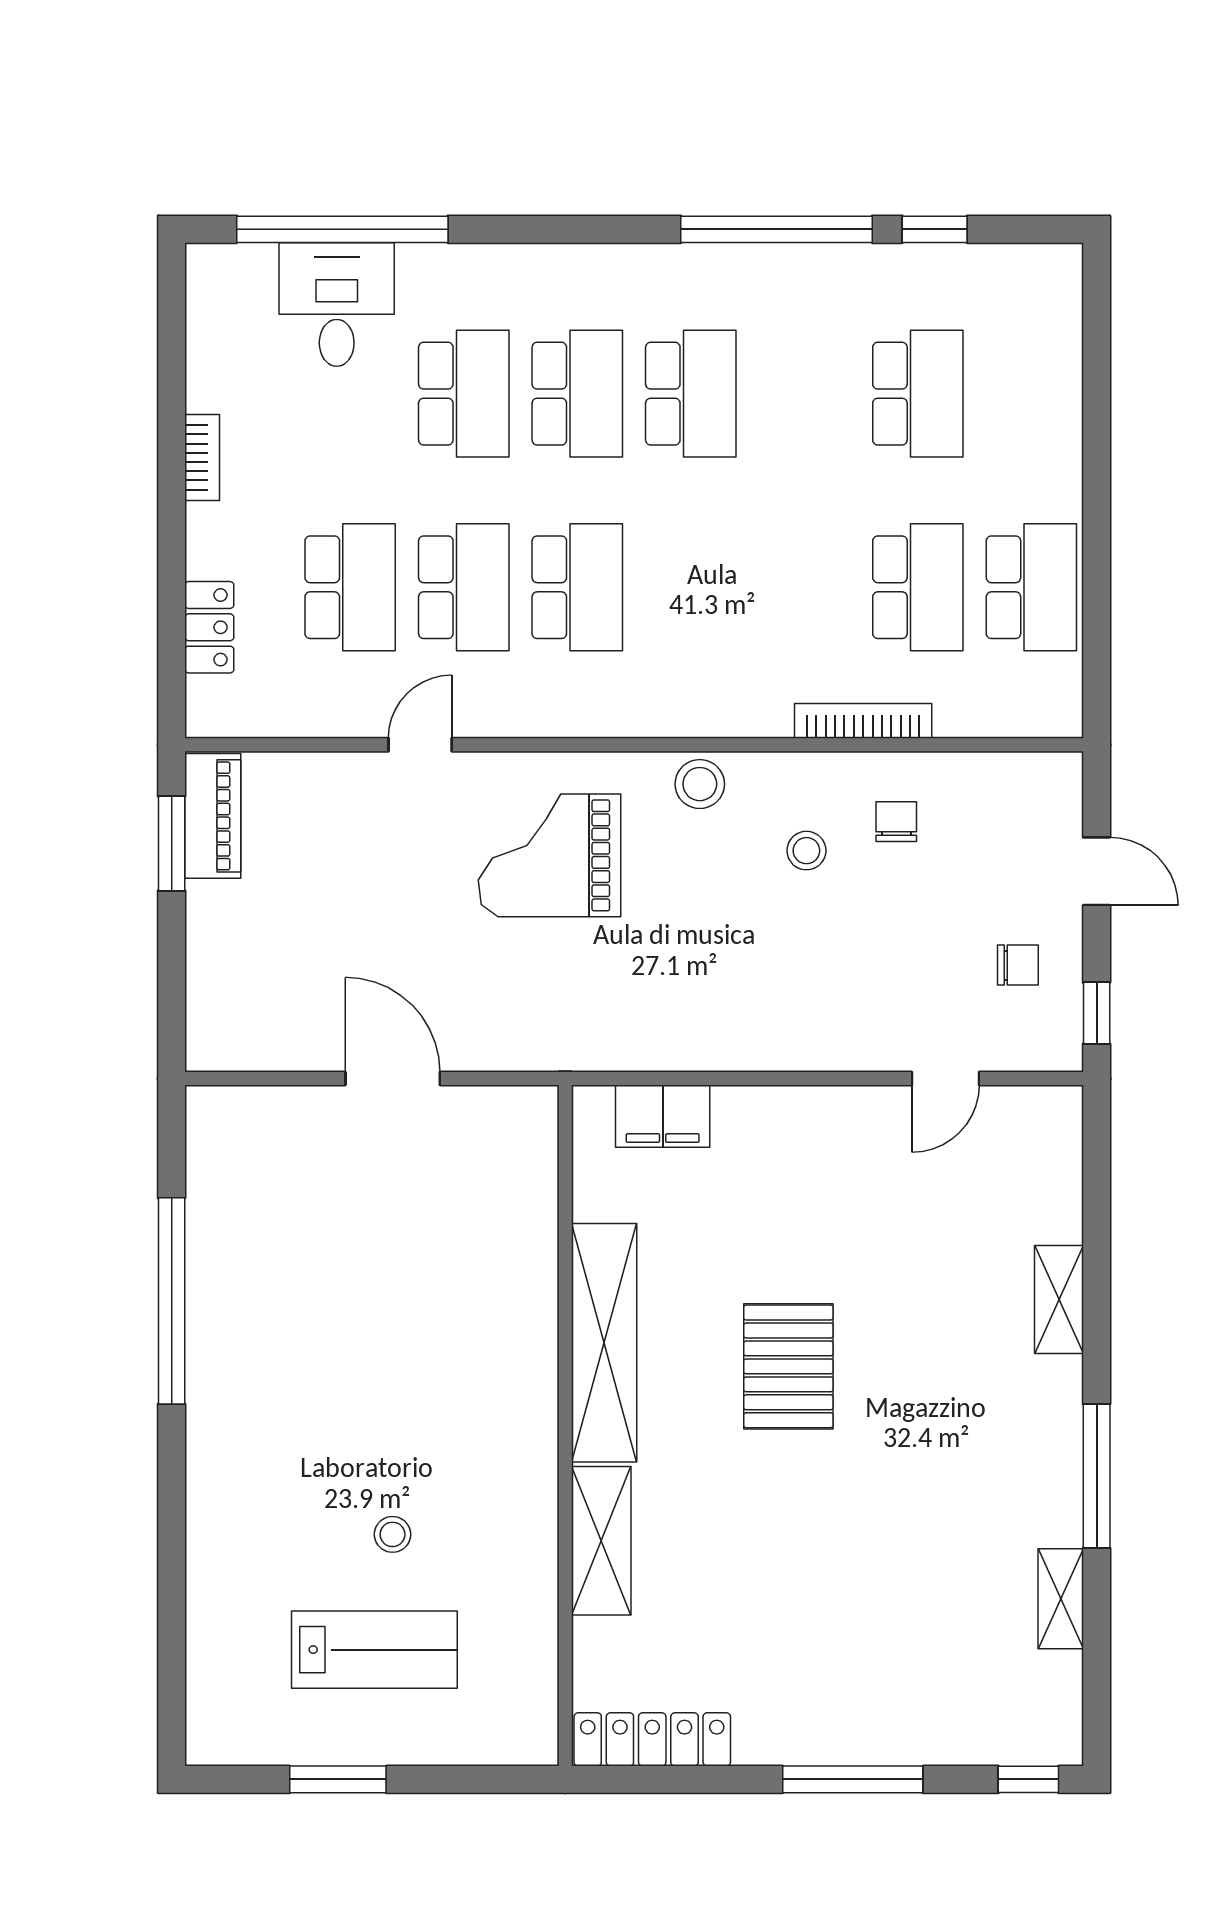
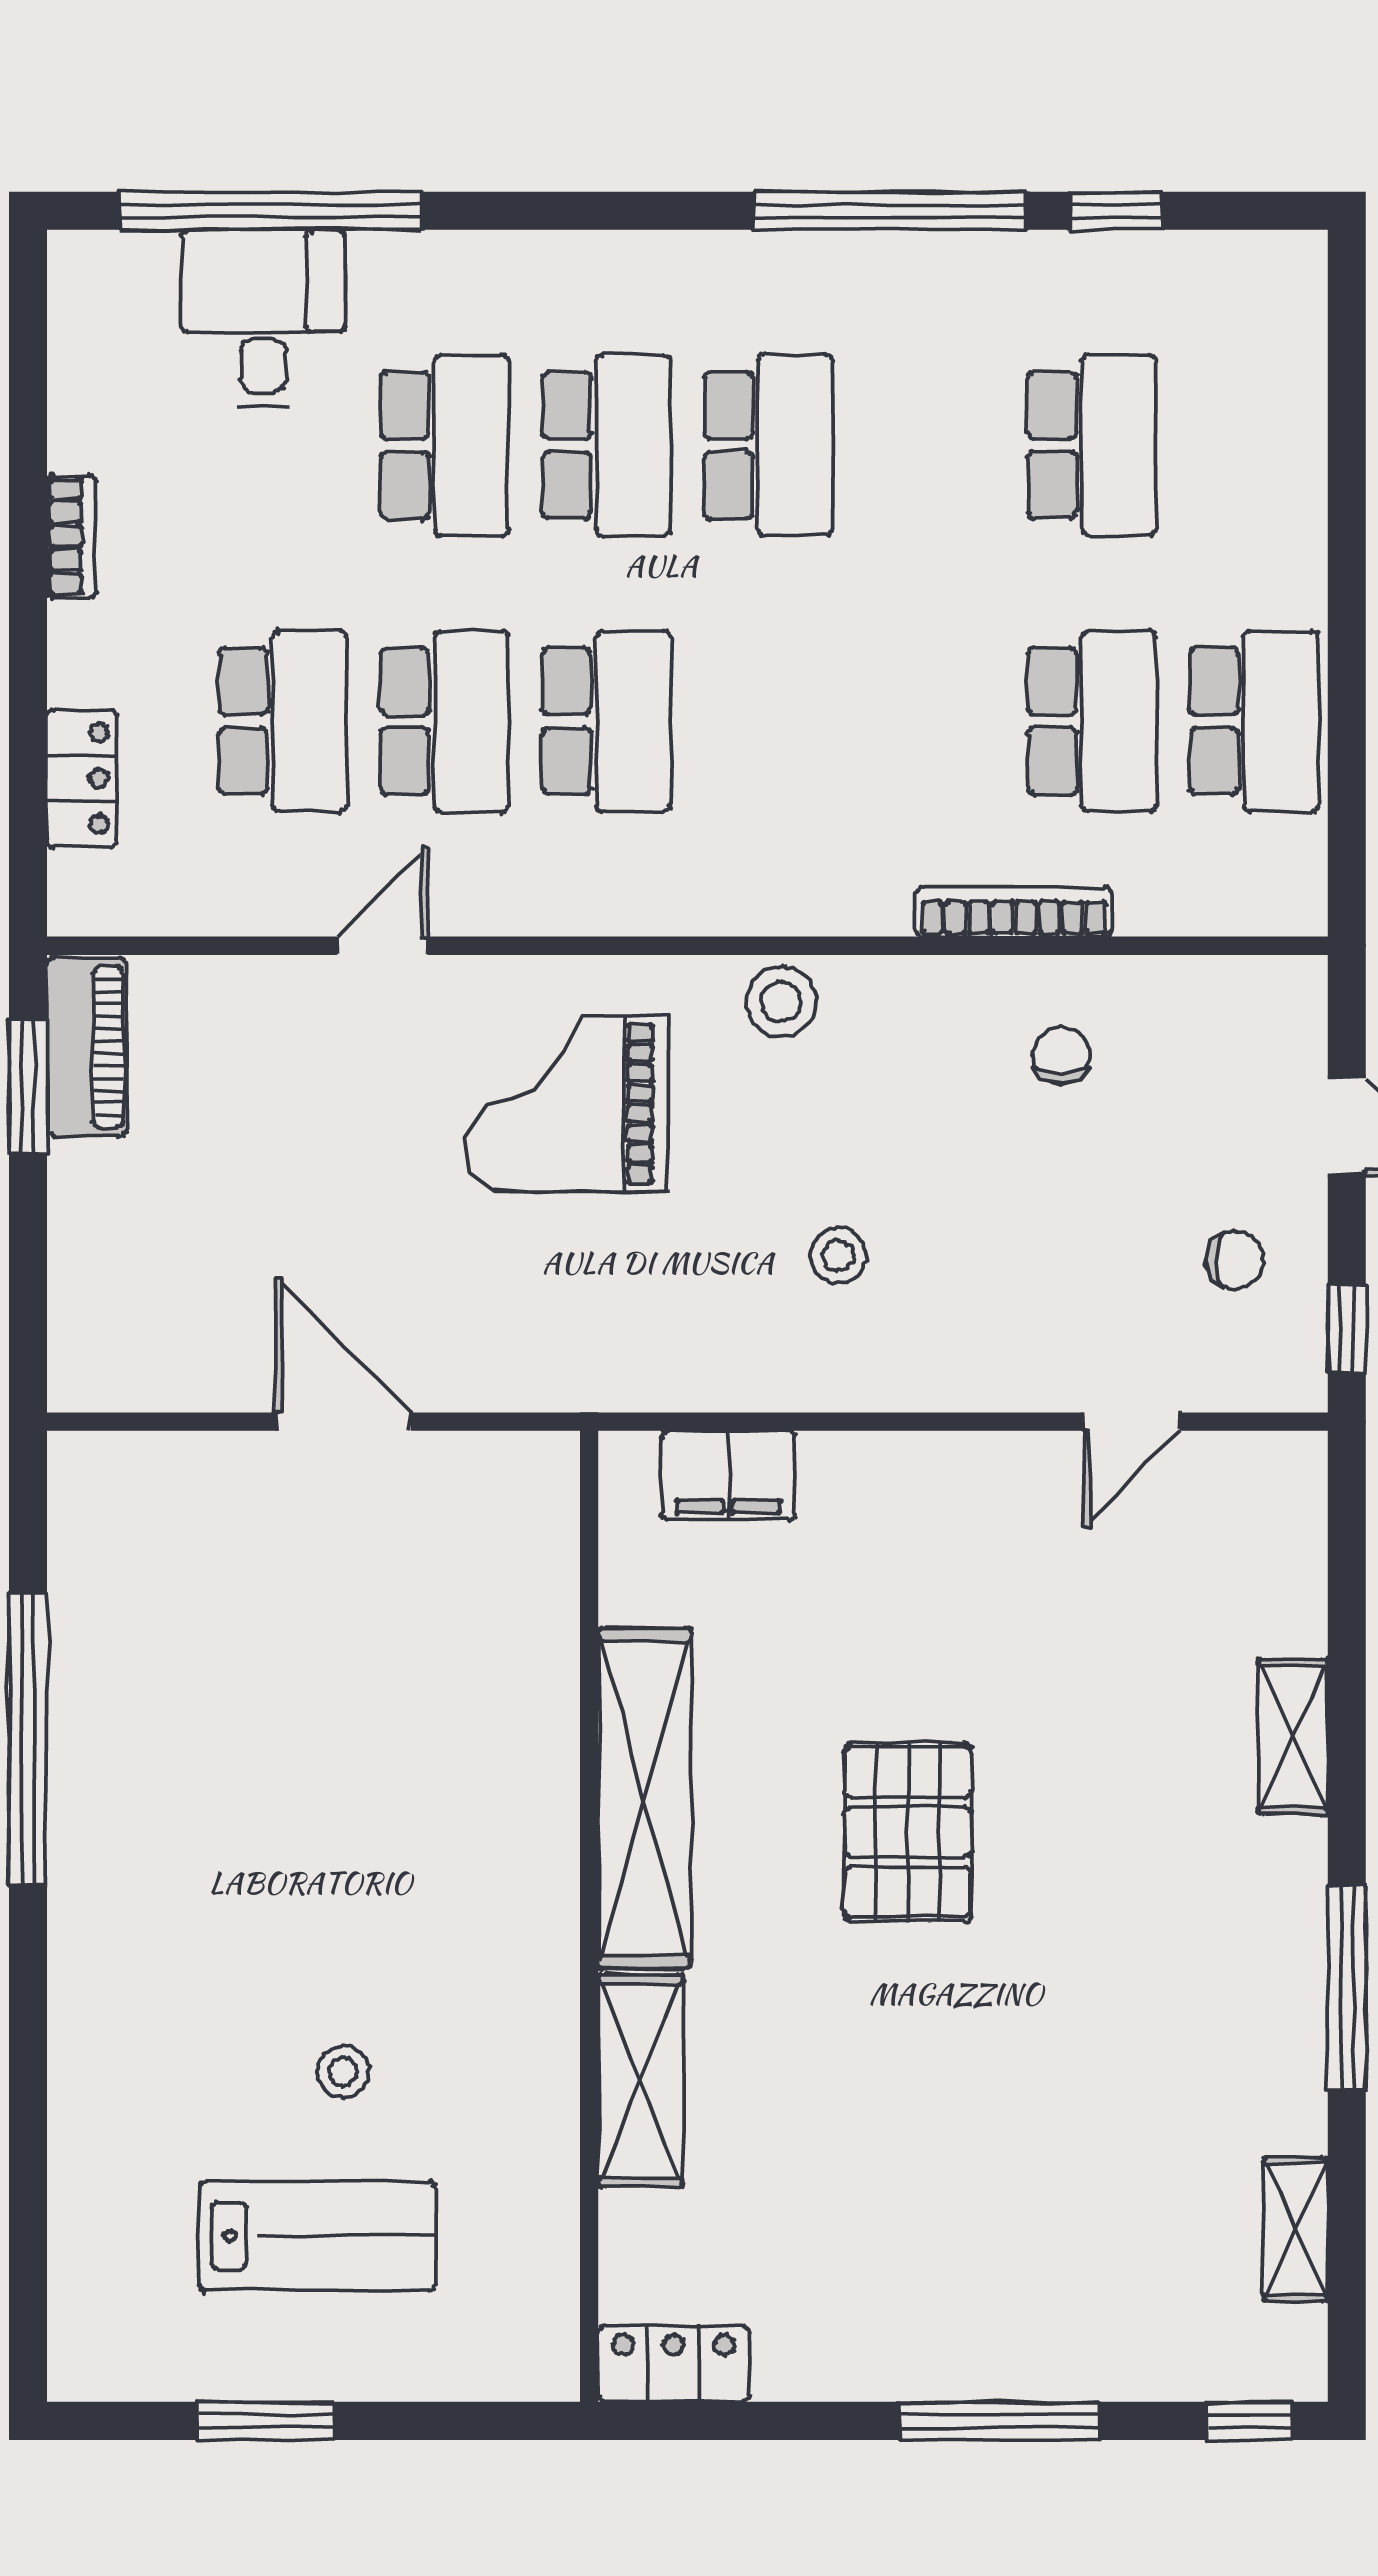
stool: (806, 851) -> (838, 1255), moved
shelving: (1061, 1599) -> (1296, 2229), moved
locker: (652, 1739) -> (674, 2364), width x0.66

